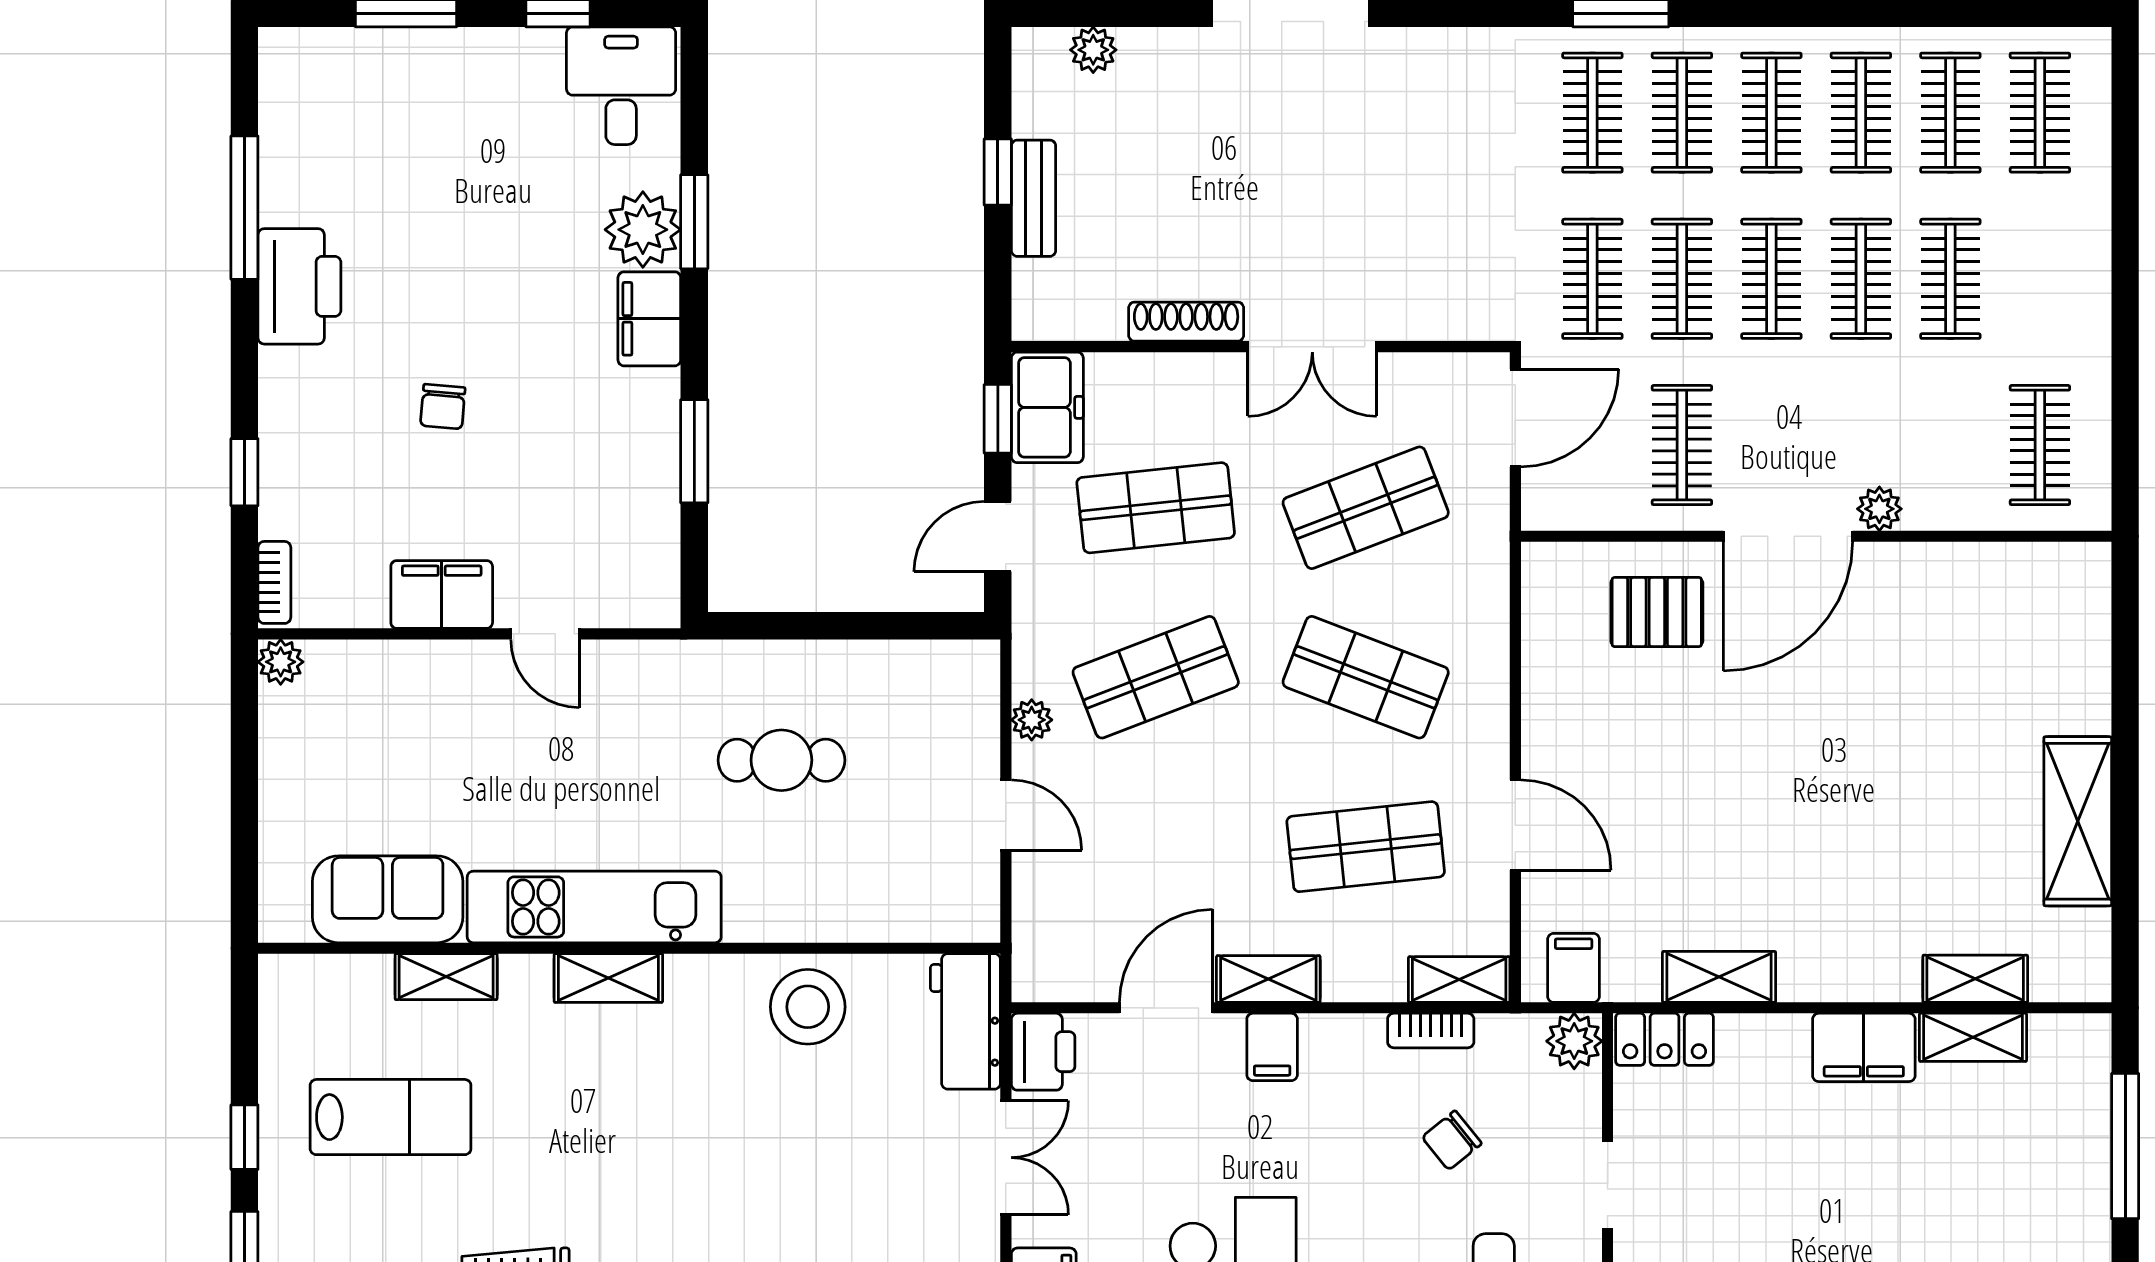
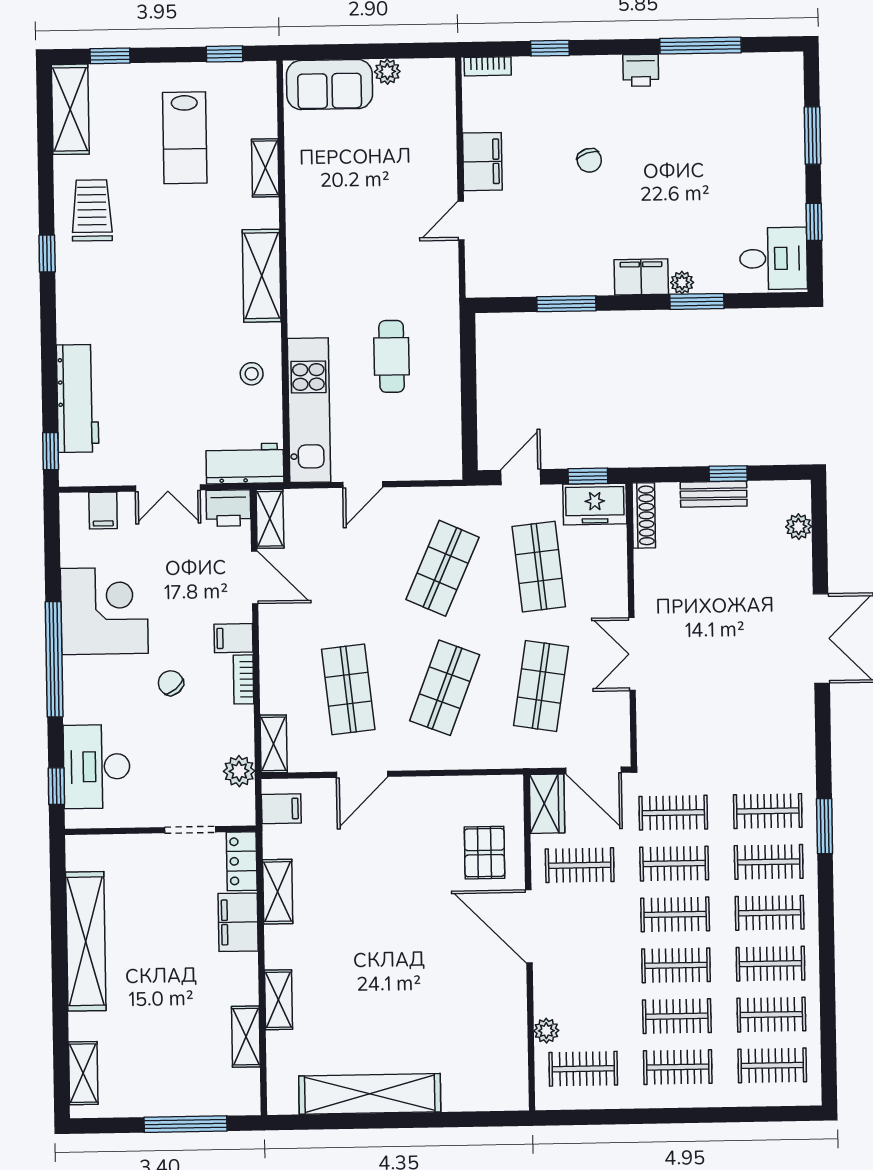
plant: (643, 230) -> (682, 283), width x0.53, depth x0.53
clothes rail: (2040, 279) -> (678, 1067), added
printer: (299, 286) -> (641, 70), width x0.53, depth x0.68
shoe rack: (1186, 322) -> (644, 515), moved
chair: (443, 407) -> (589, 160), turned -113
wardrobe: (1573, 501) -> (547, 804), added
shop shelf: (1366, 508) -> (541, 686), turned 30
plant: (1879, 509) -> (546, 1031), moved
door: (998, 537) -> (521, 477), hinge flipped
plant: (281, 662) -> (387, 72), moved
shop shelf: (1156, 677) -> (442, 568), turned 45
plant: (1032, 720) -> (417, 498), removed
shelving: (2078, 821) -> (370, 1094), width x1.47
sofa: (388, 899) -> (329, 85), moved, turned 90
kitchen unit: (594, 907) -> (309, 410), moved
shelving: (608, 978) -> (262, 276), width x1.50, depth x1.33
shelving: (1268, 979) -> (270, 519), moved
shelving: (1975, 979) -> (279, 1000), moved
stool: (808, 1007) -> (252, 374), width x0.53, depth x0.53
bookcase: (1431, 1030) -> (243, 679), moved
plant: (1574, 1041) -> (239, 771), moved
filing cabinet: (1864, 1047) -> (238, 922), moved
window: (244, 1137) -> (225, 54), moved
chair: (1452, 1140) -> (171, 683), moved
doorway: (1608, 1185) -> (190, 830), moved

